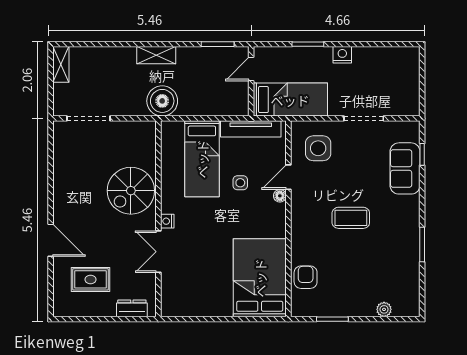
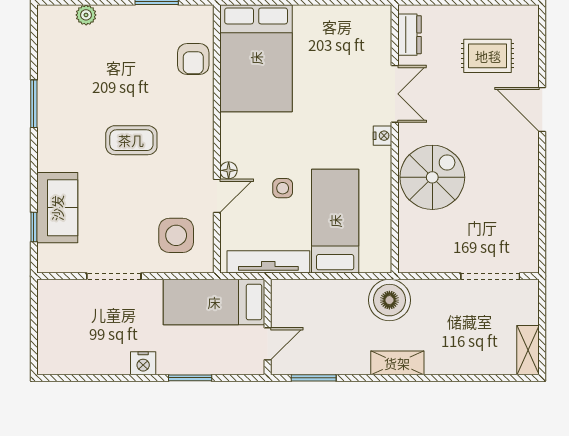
dresser: (132, 308) -> (410, 35), moved, turned -90

